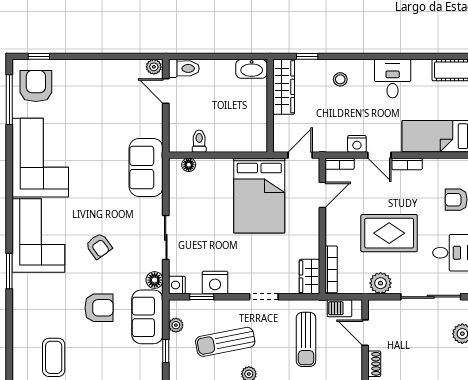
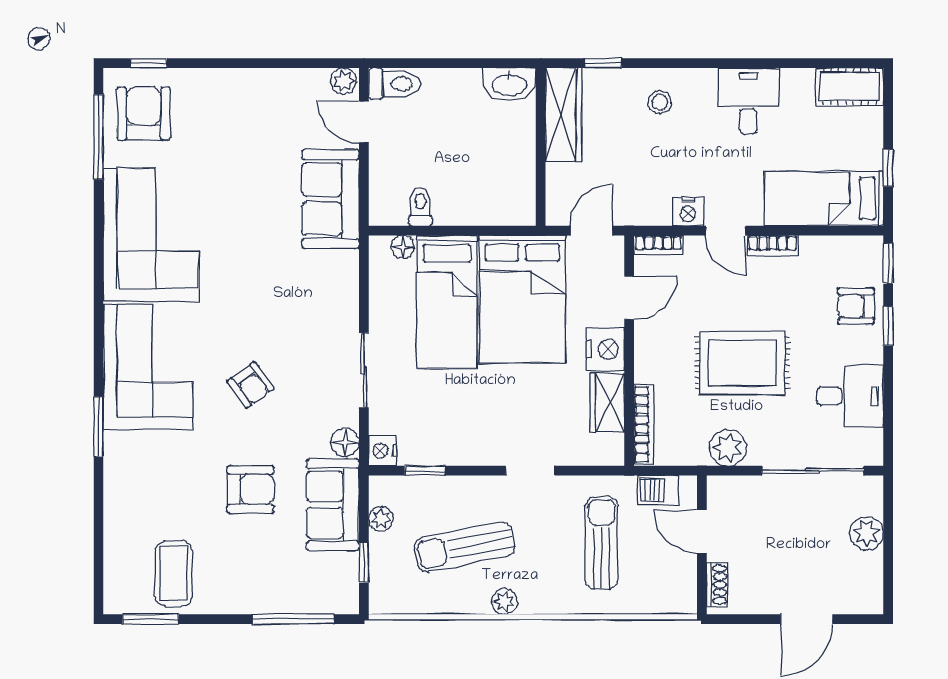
sofa: (146, 167) -> (330, 199), moved
bed: (215, 197) -> (447, 302), added
wardrobe: (309, 277) -> (607, 403), moved
nightstand: (215, 283) -> (605, 349), moved, turned -90
sun lounger: (306, 339) -> (601, 543), turned 180

